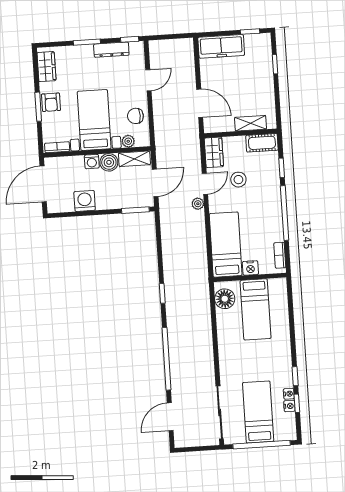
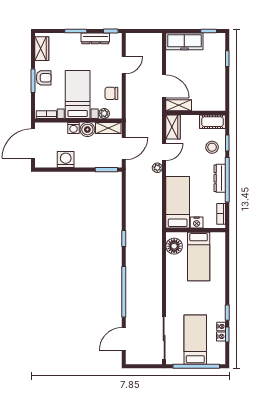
armchair: (51, 102) -> (44, 78), turned -90
shelving: (251, 123) -> (179, 105), moved
stool: (238, 180) -> (212, 147), moved
dresser: (275, 212) -> (220, 178), added

